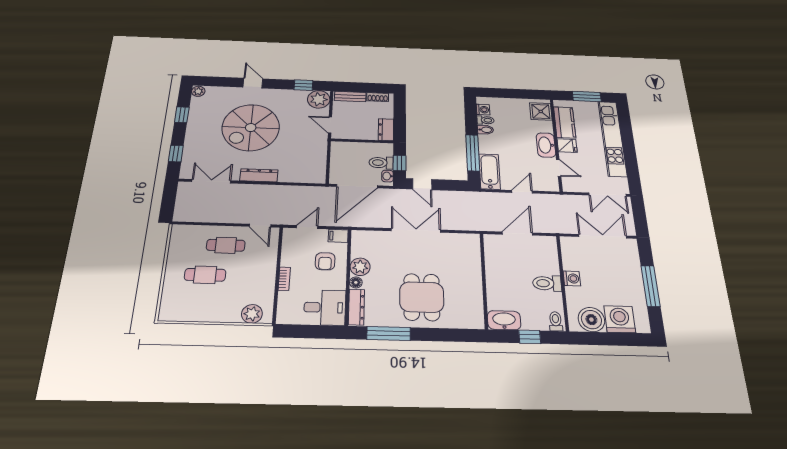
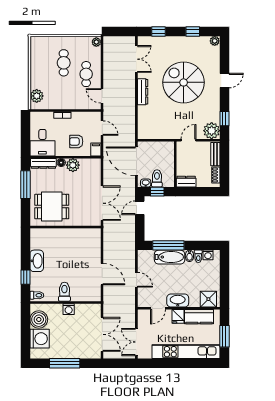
bathtub: (490, 172) -> (170, 257), moved
door: (260, 226) -> (102, 96), hinge flipped
plant: (180, 230) -> (96, 42), added
wall: (484, 280) -> (65, 227), moved

